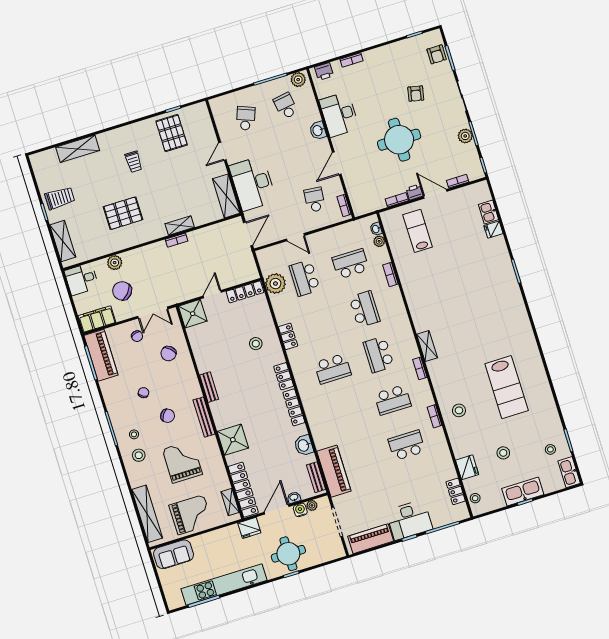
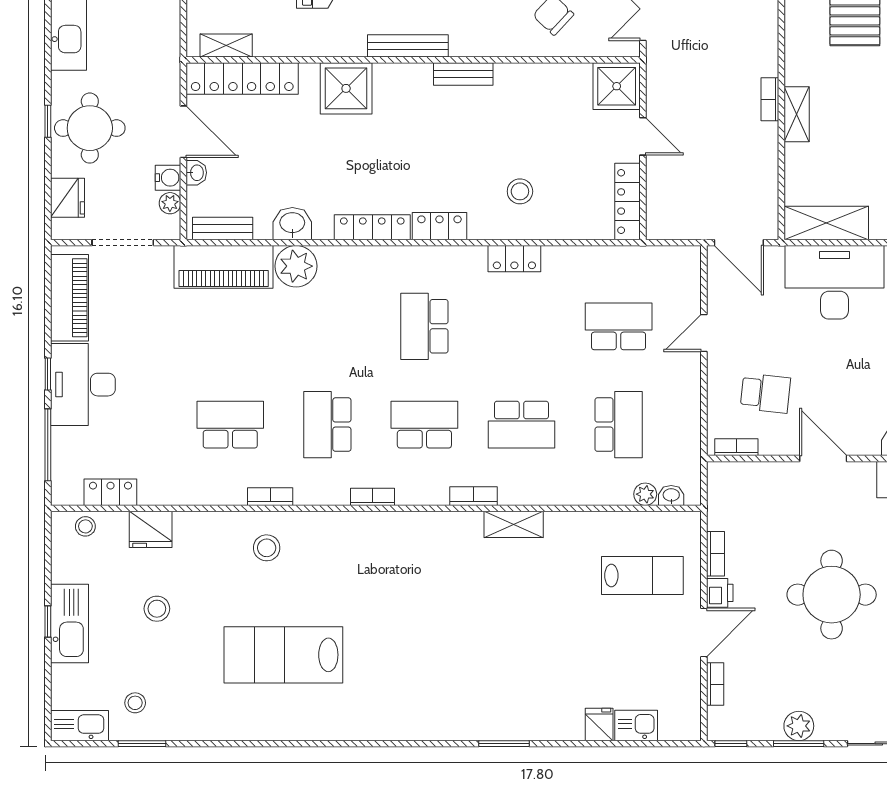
bookcase: (390, 275) -> (473, 496), moved
plant: (275, 284) -> (296, 266), moved
shelving: (427, 346) -> (514, 524), moved
school desk: (407, 445) -> (230, 425), turned -90
fridge: (249, 528) -> (68, 198), moved, turned 180

